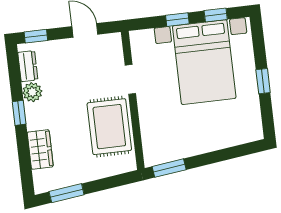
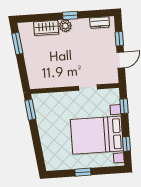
window: (177, 20) -> (124, 106), moved
window: (36, 36) -> (119, 39), moved
plant: (32, 92) -> (65, 26), moved
rug: (109, 127) -> (59, 73), removed

